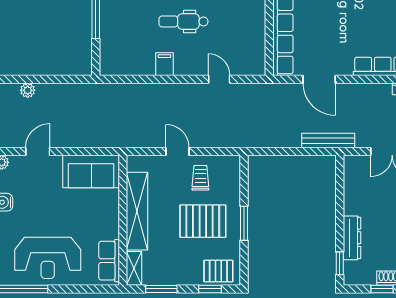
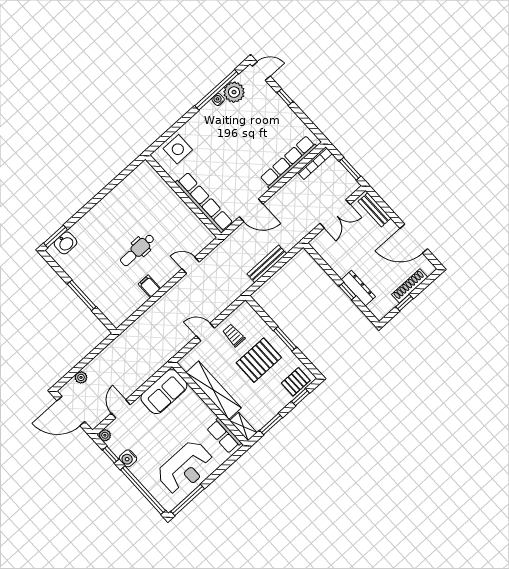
bench: (328, 141) -> (267, 264), moved
window: (340, 263) -> (348, 291), moved

